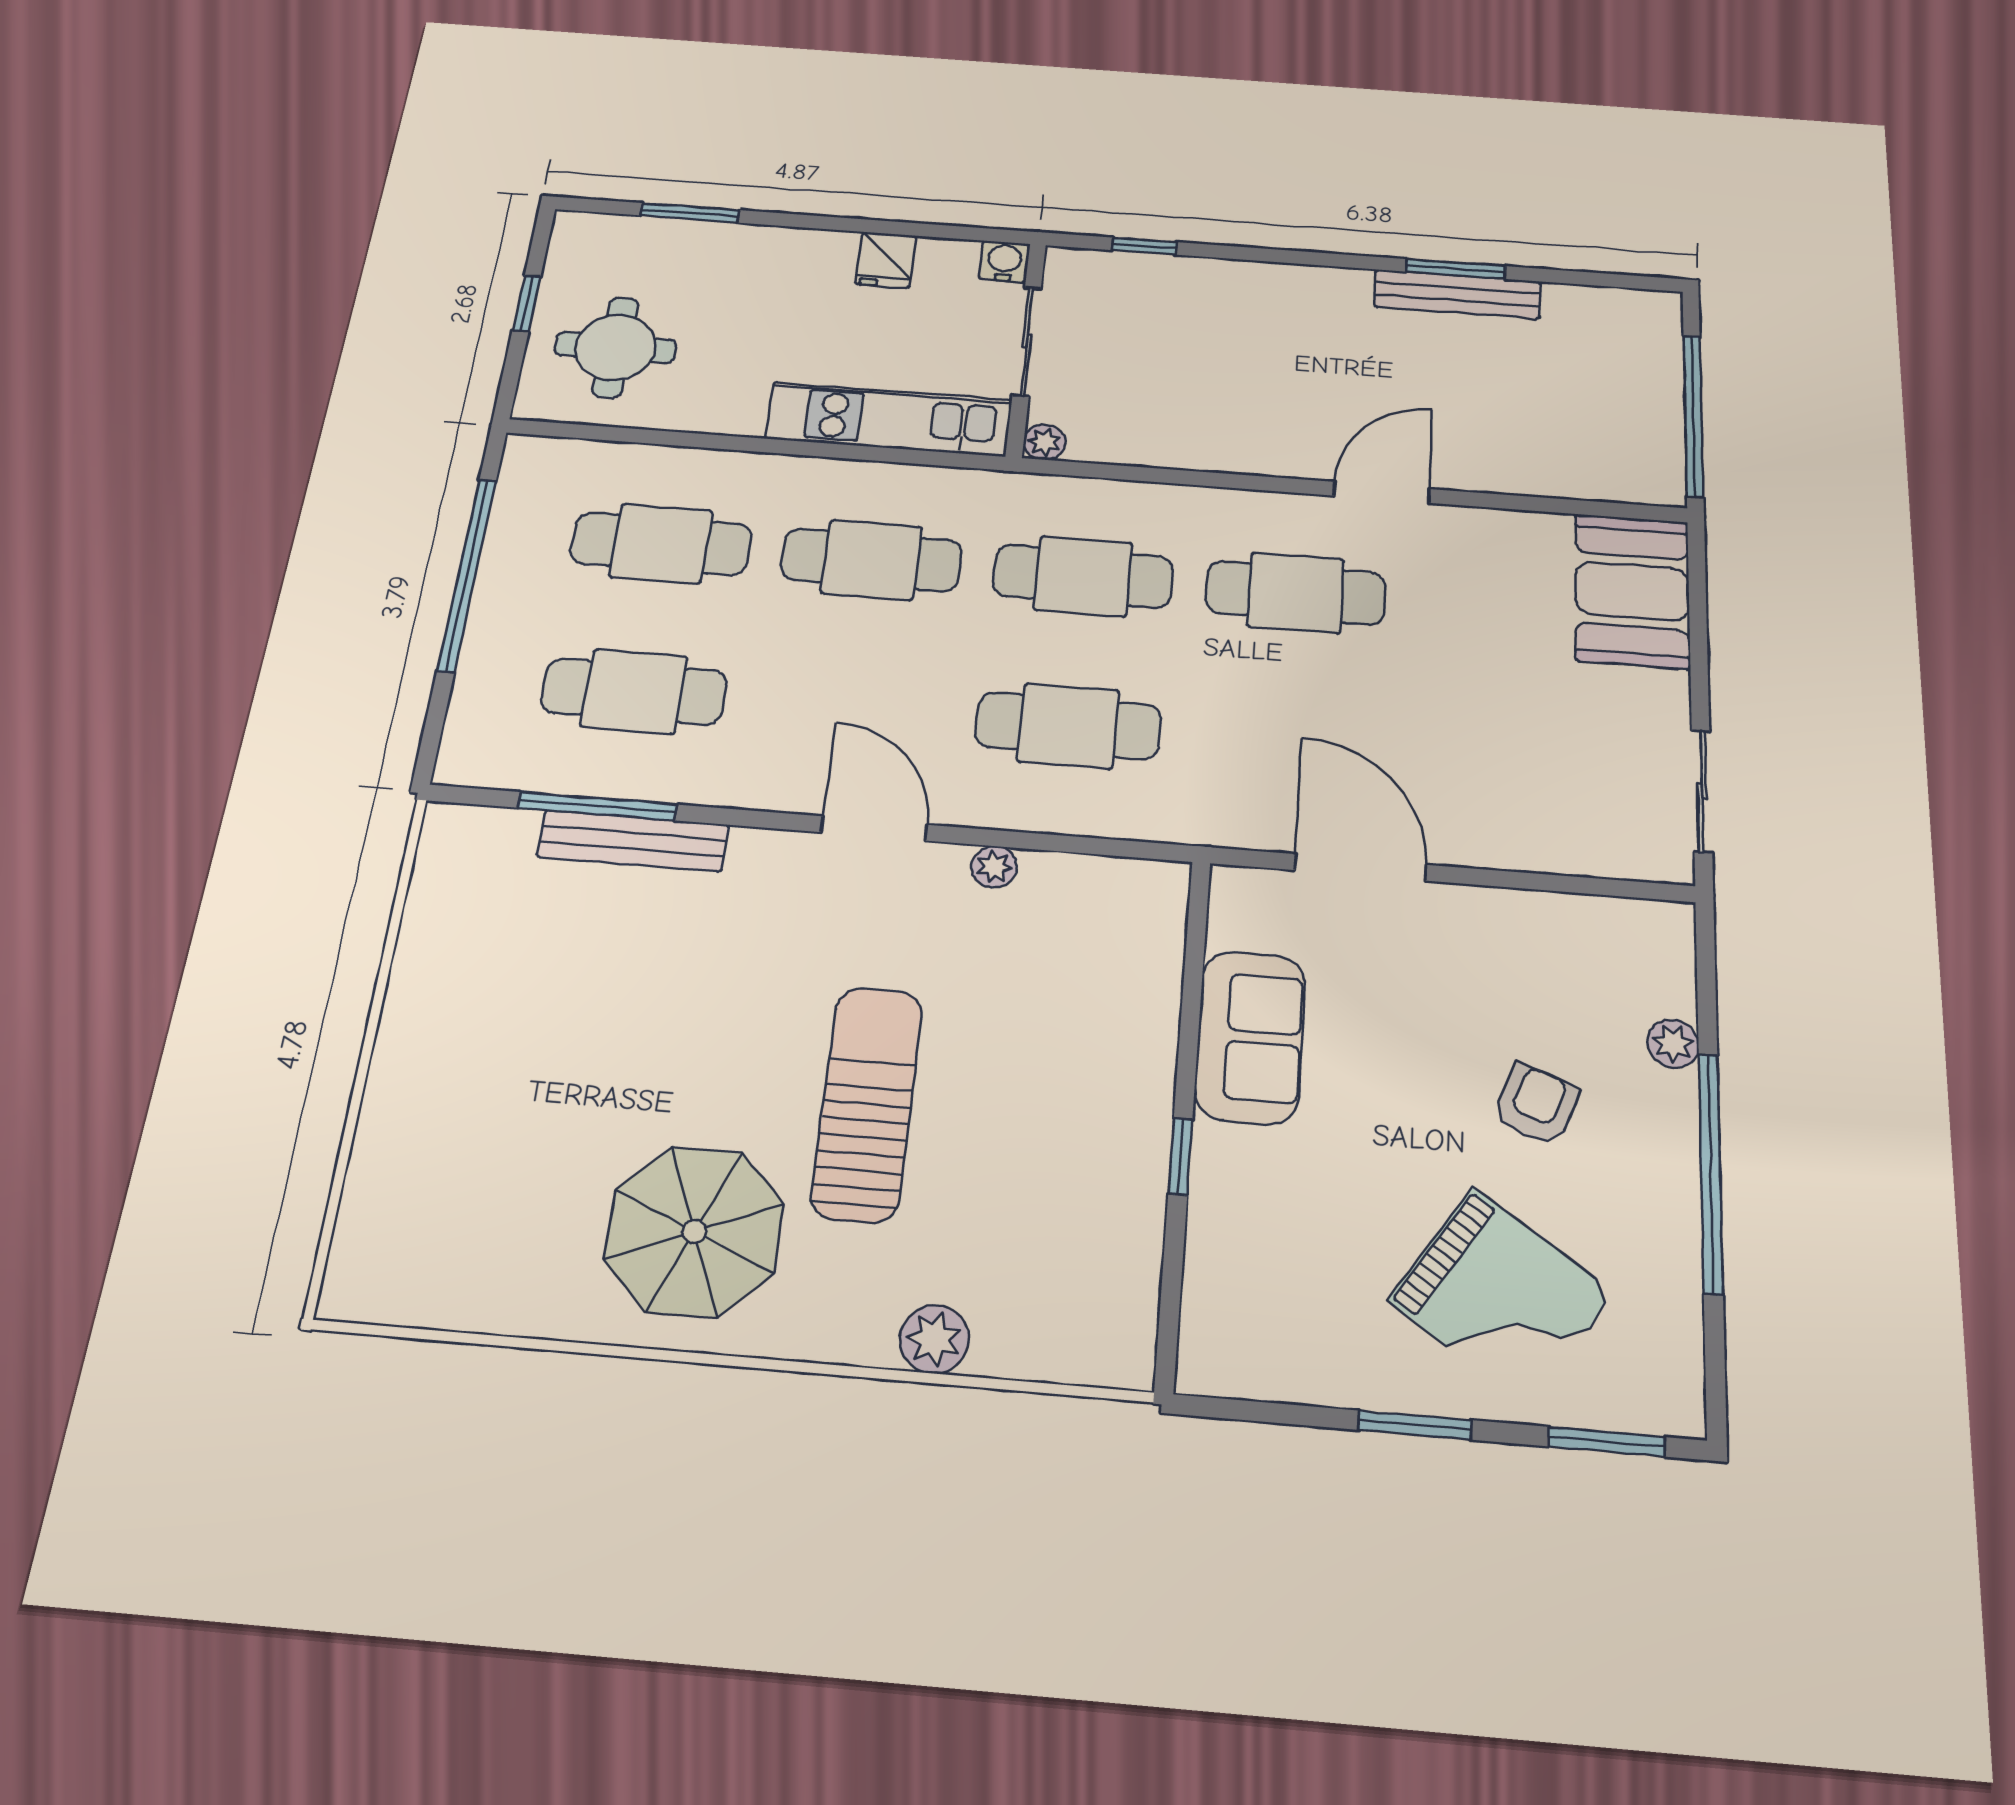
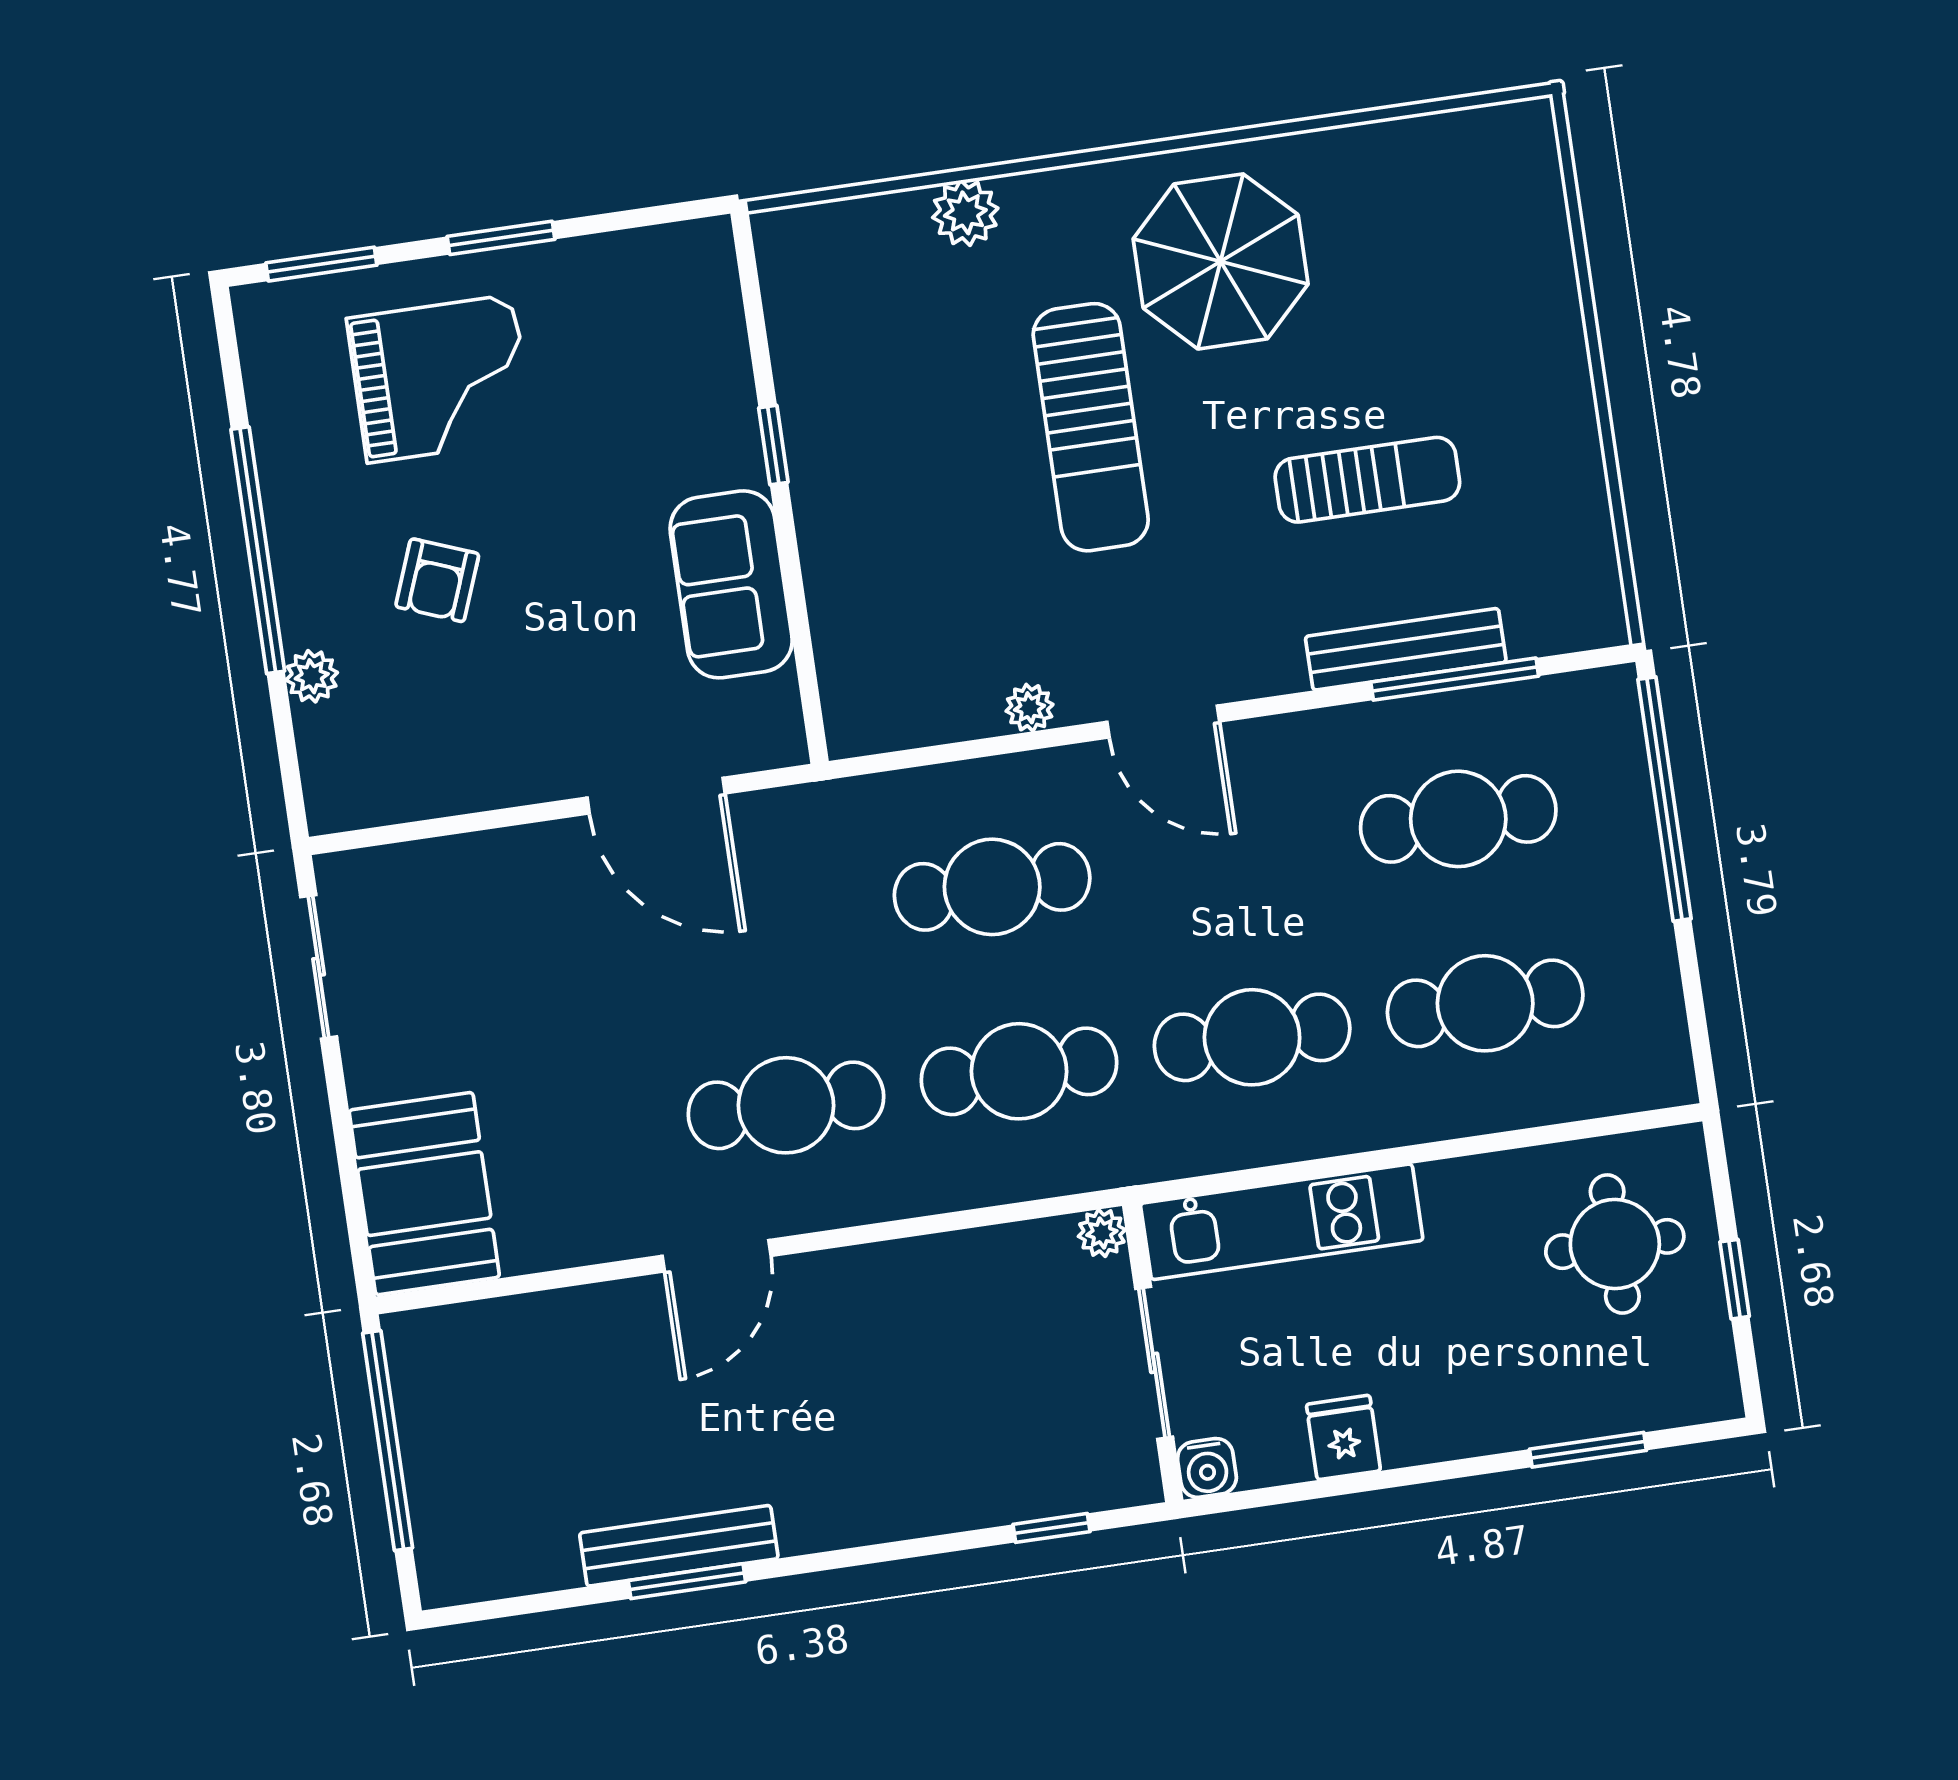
window: (467, 574) -> (1665, 799), moved
sun lounger: (619, 996) -> (1367, 480), added
grand piano: (1501, 1297) -> (440, 379), turned 146

